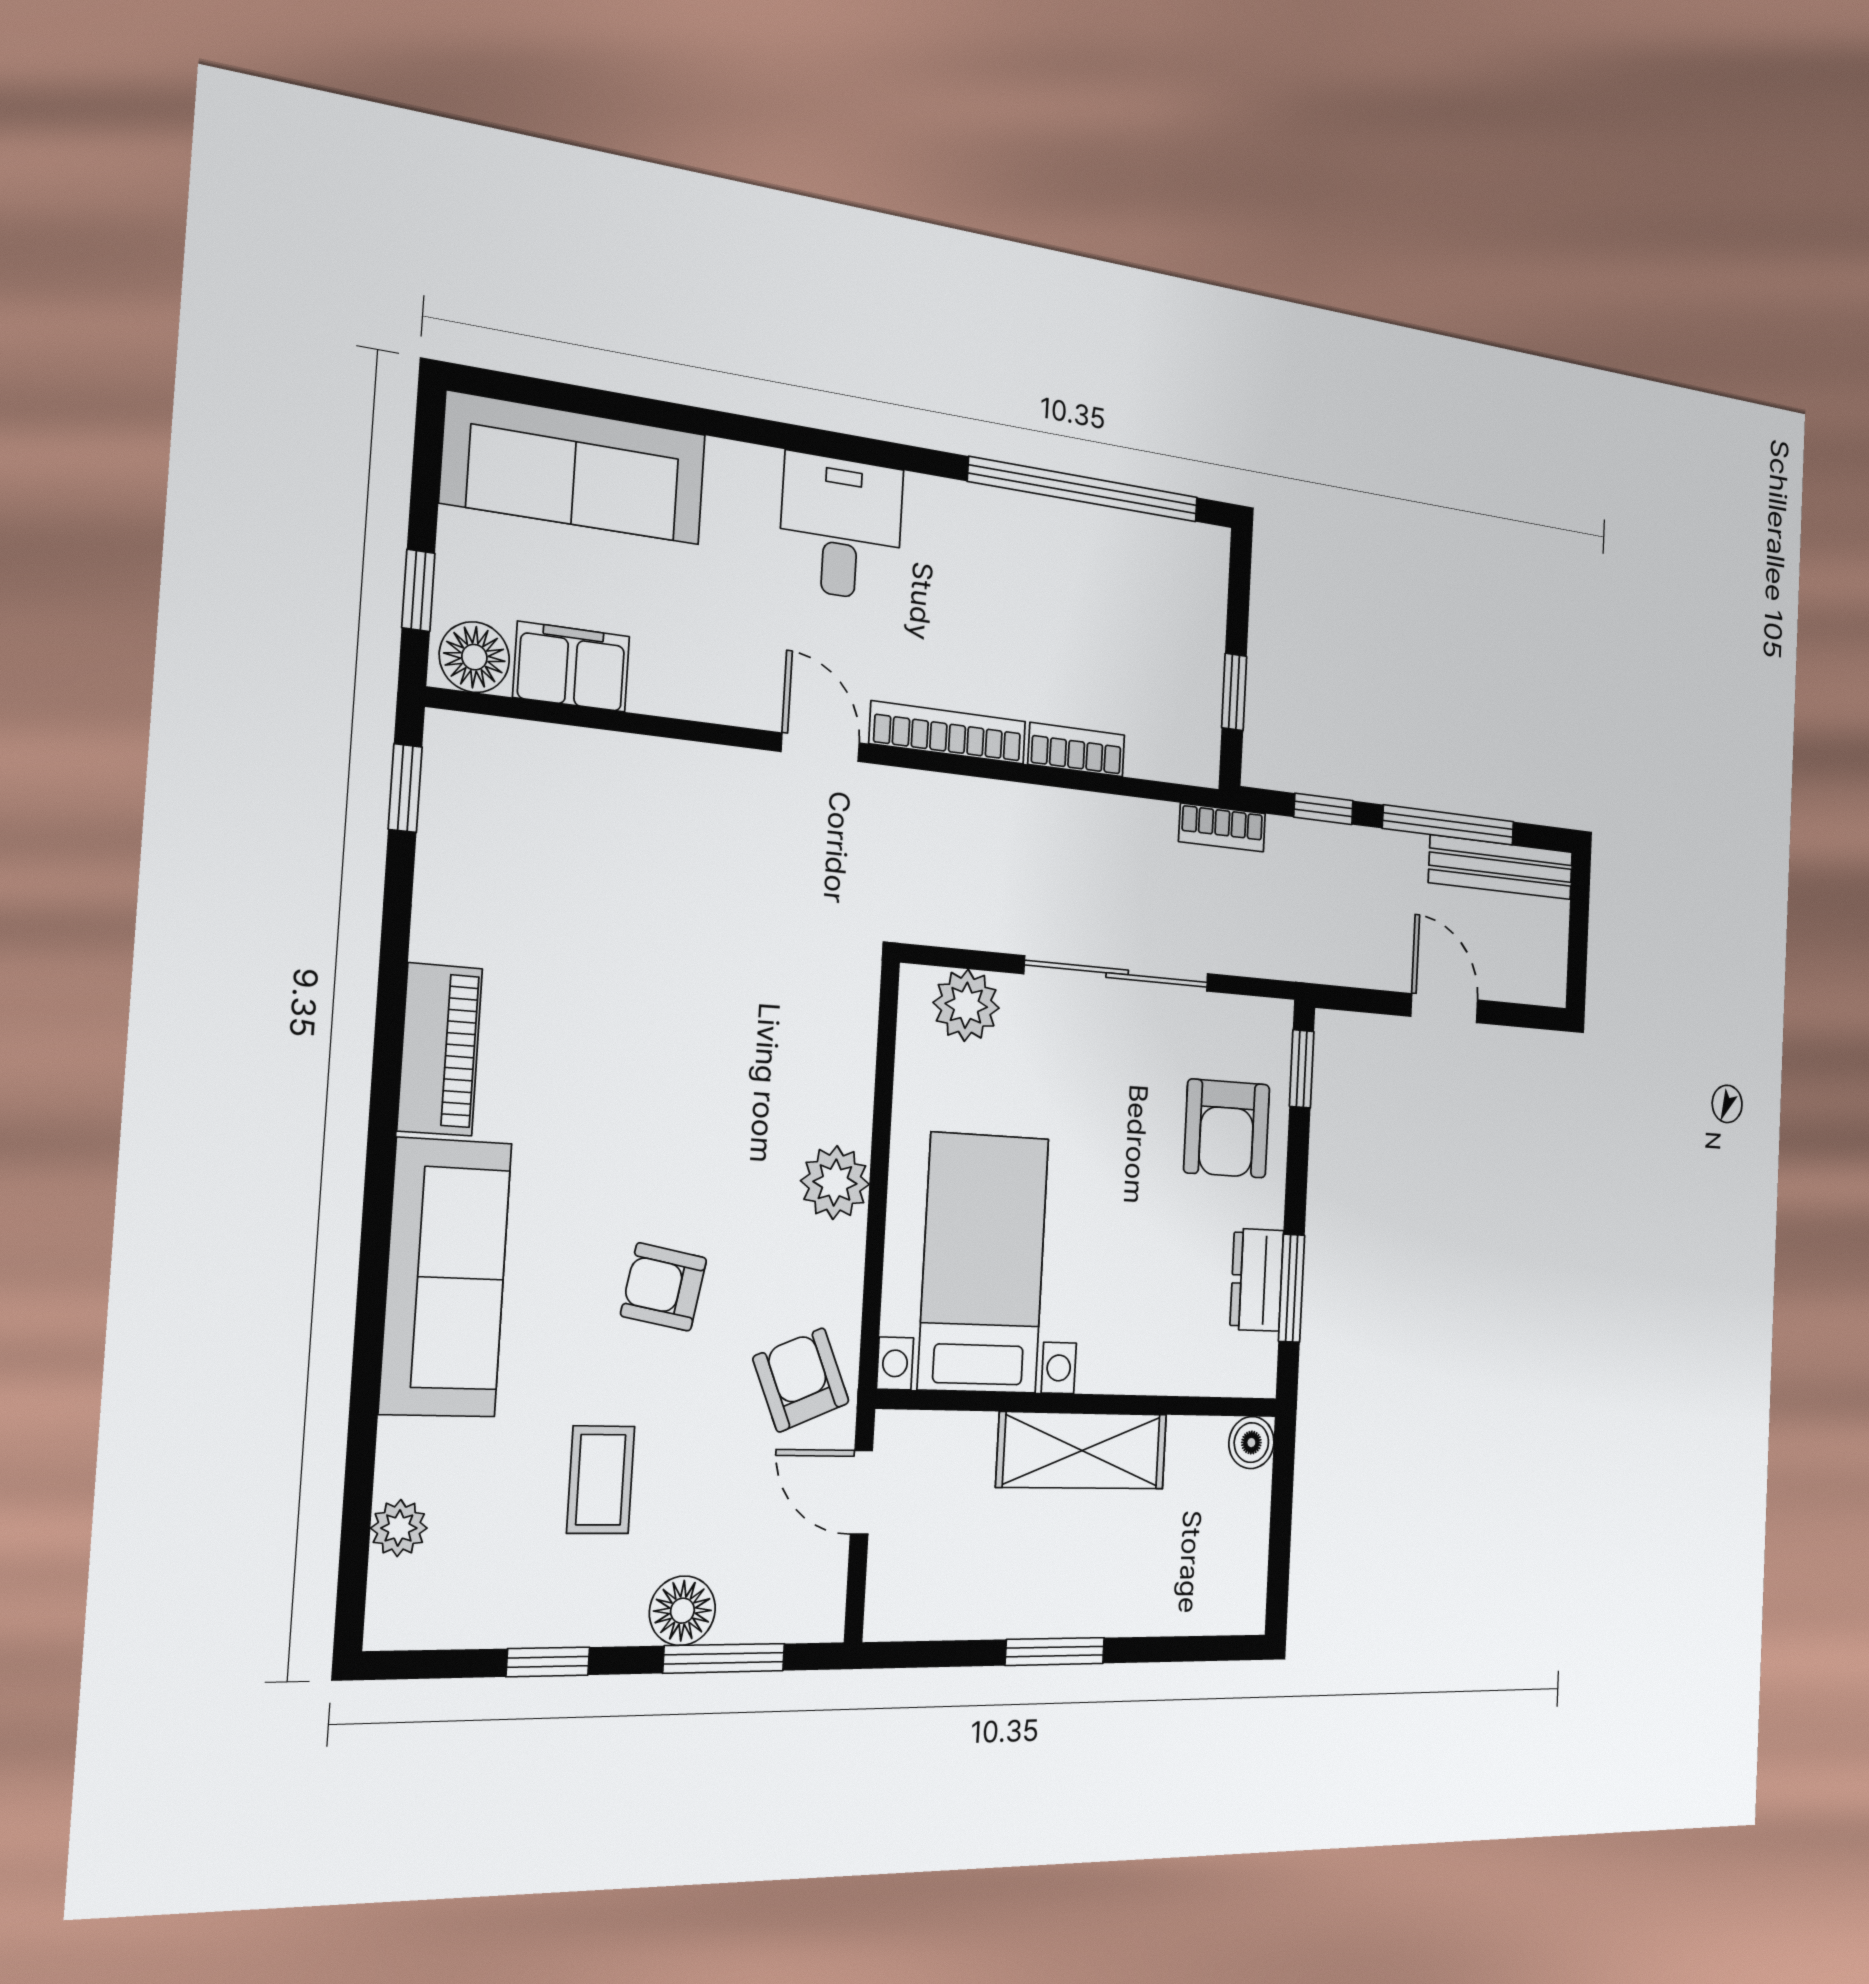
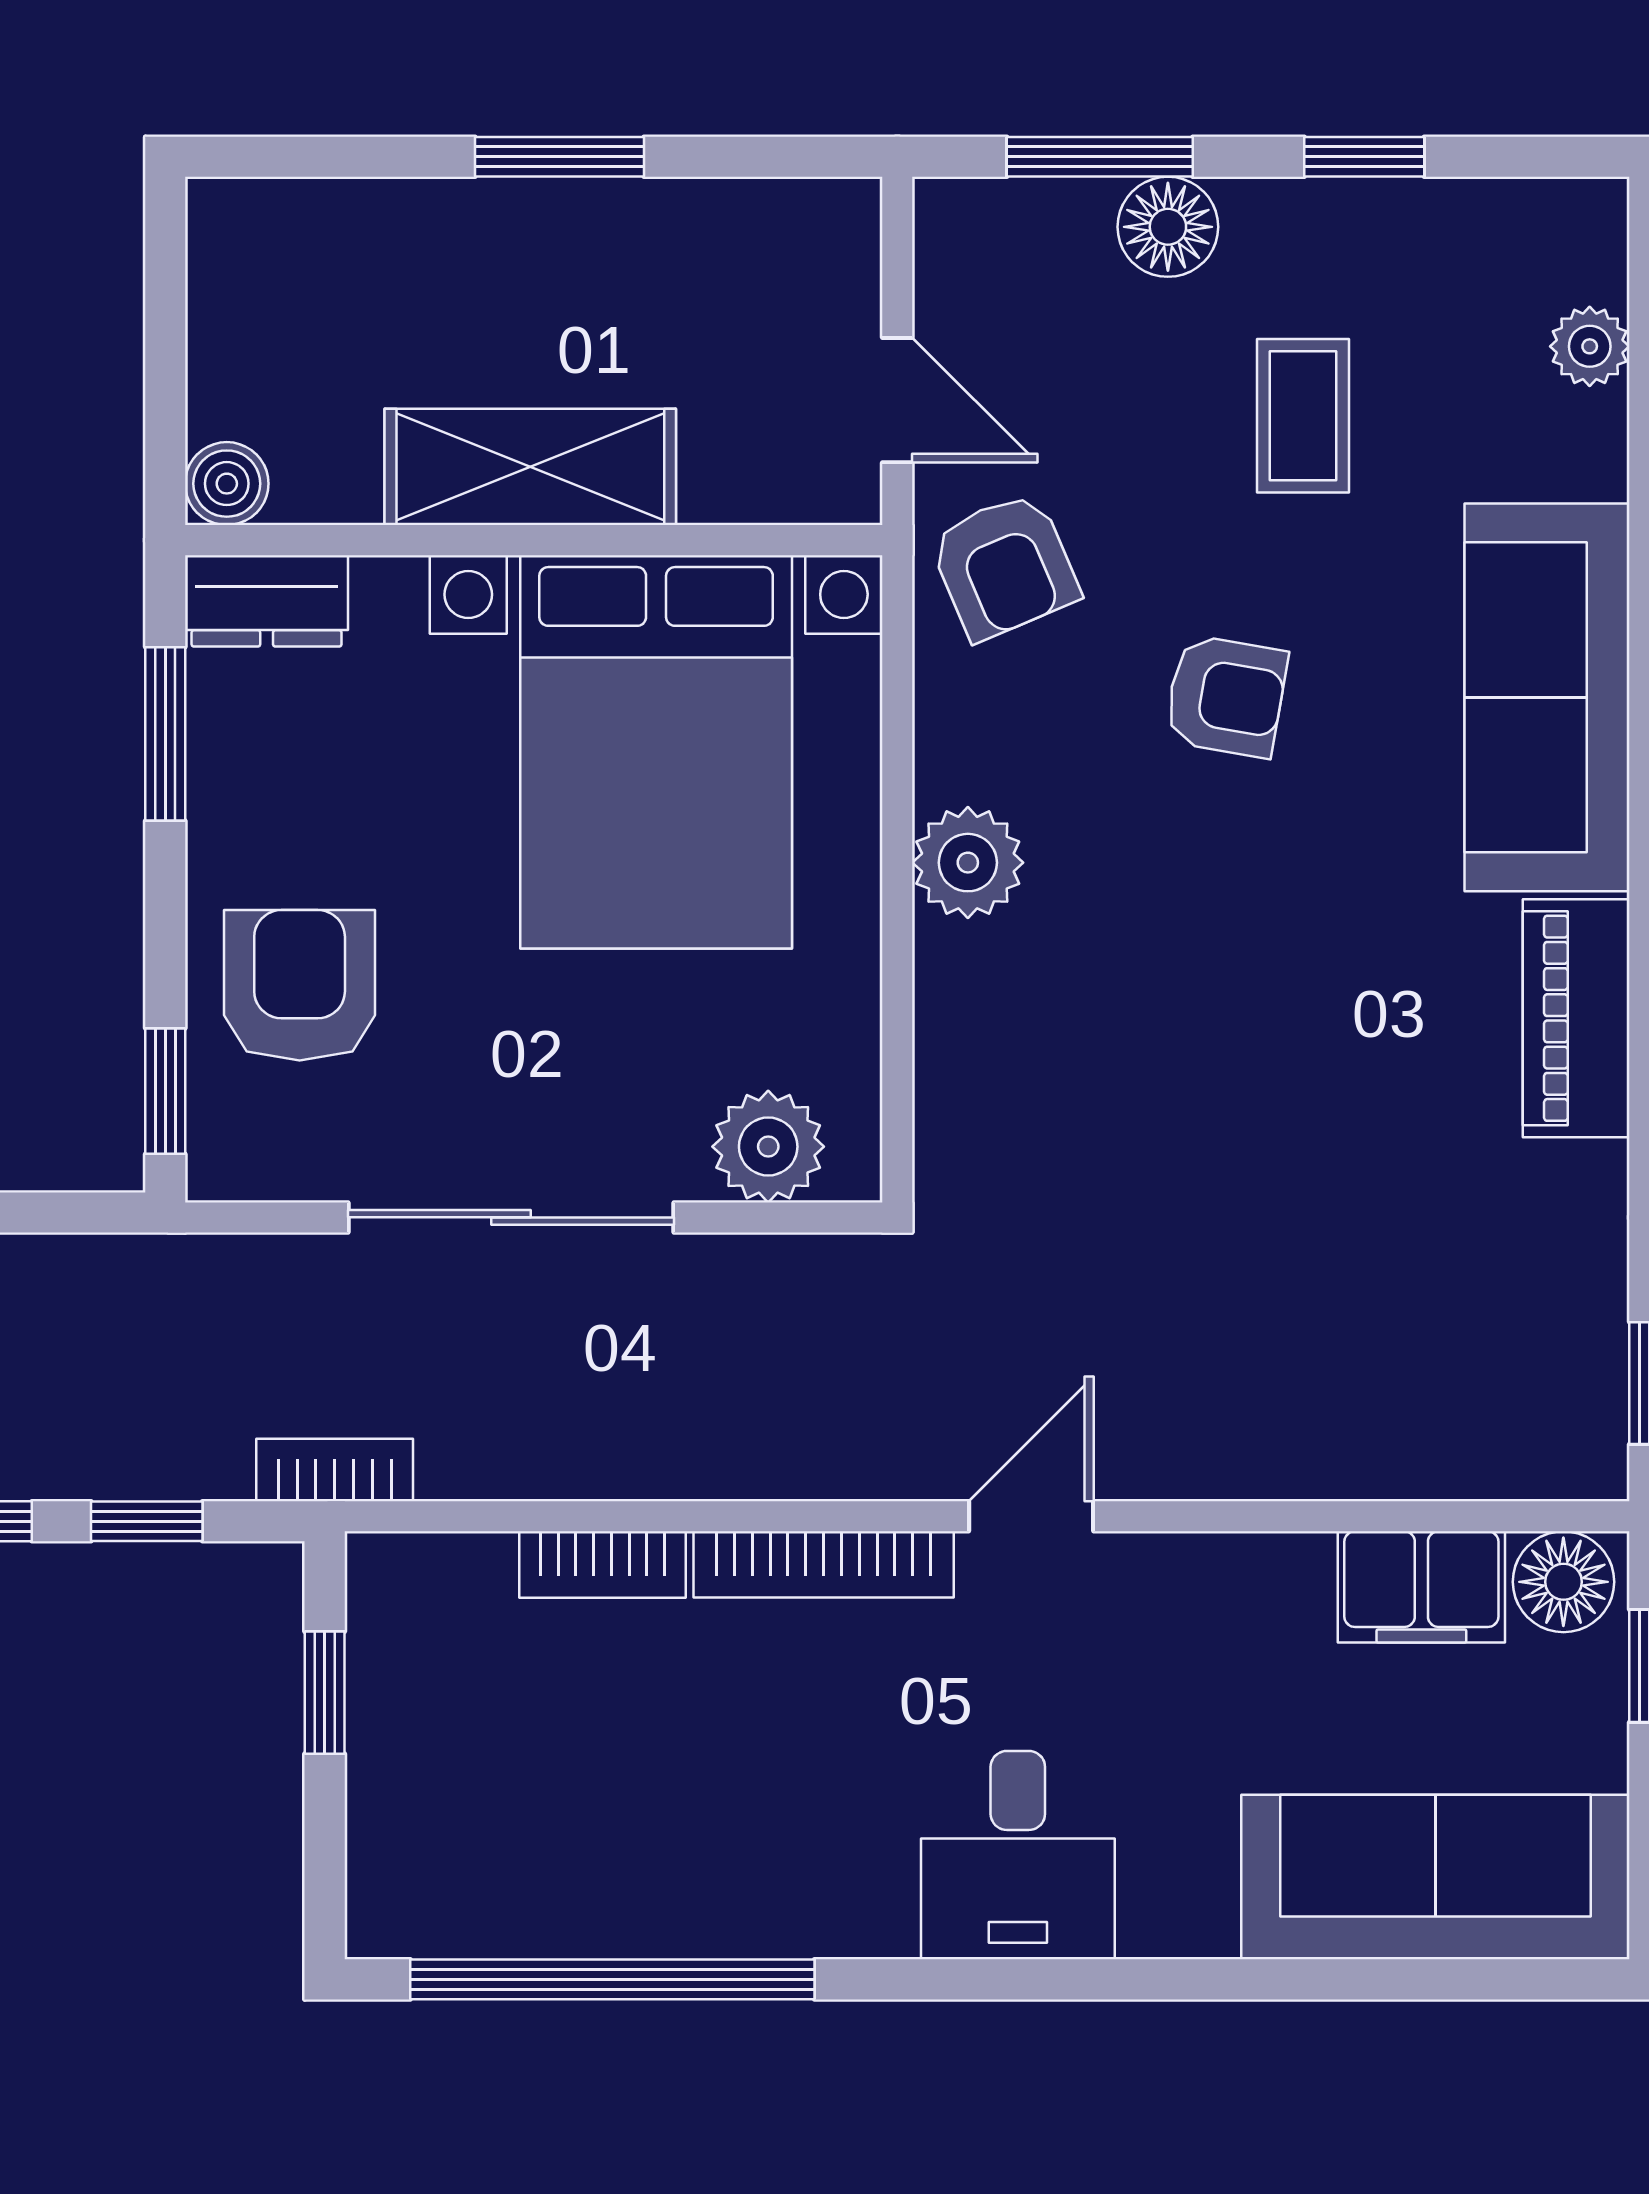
door: (820, 747) -> (1031, 1516), swing flipped
bed with nightstands: (983, 1263) -> (656, 752), width x1.36
dresser: (1257, 1280) -> (267, 601), moved, turned 90

